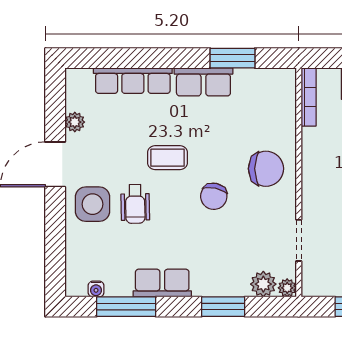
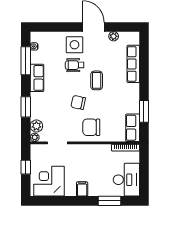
row of seats: (203, 82) -> (133, 128), moved
chair: (266, 169) -> (91, 127), turned 90

